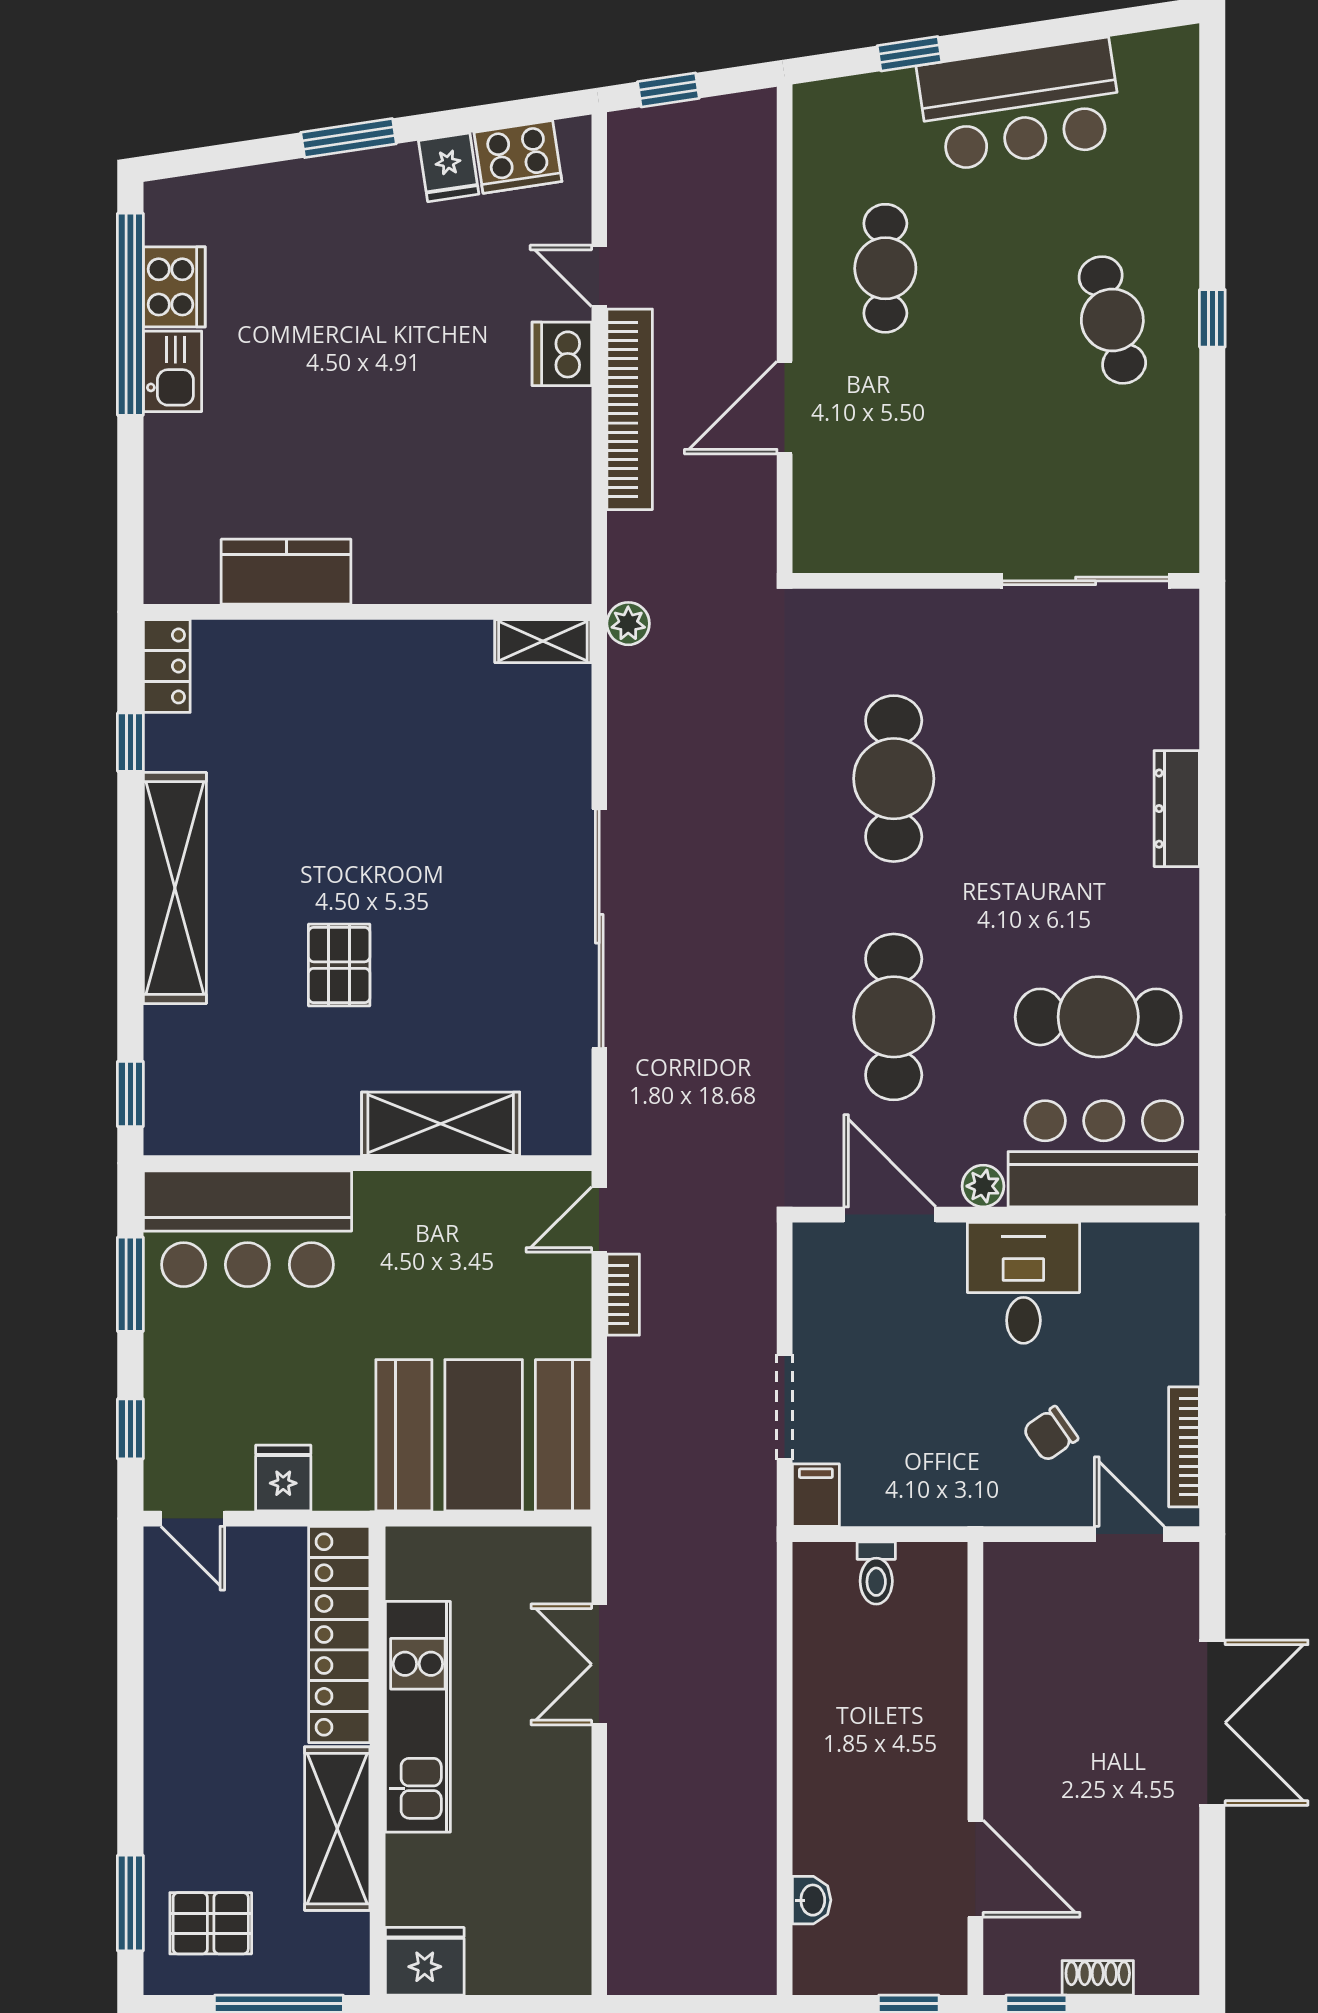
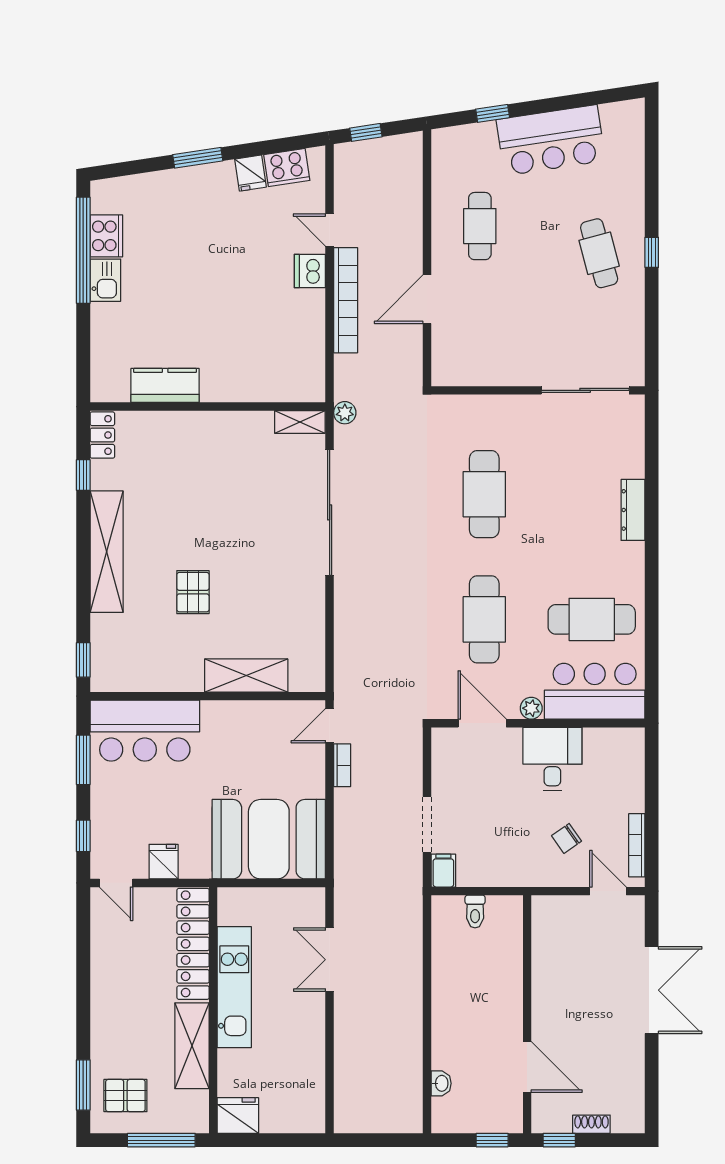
sliding door: (599, 929) -> (330, 512), moved

